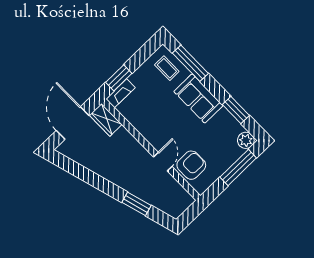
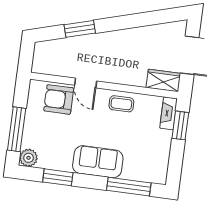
coffee table: (167, 68) -> (121, 104), moved
armchair: (191, 165) -> (59, 99), turned 90

